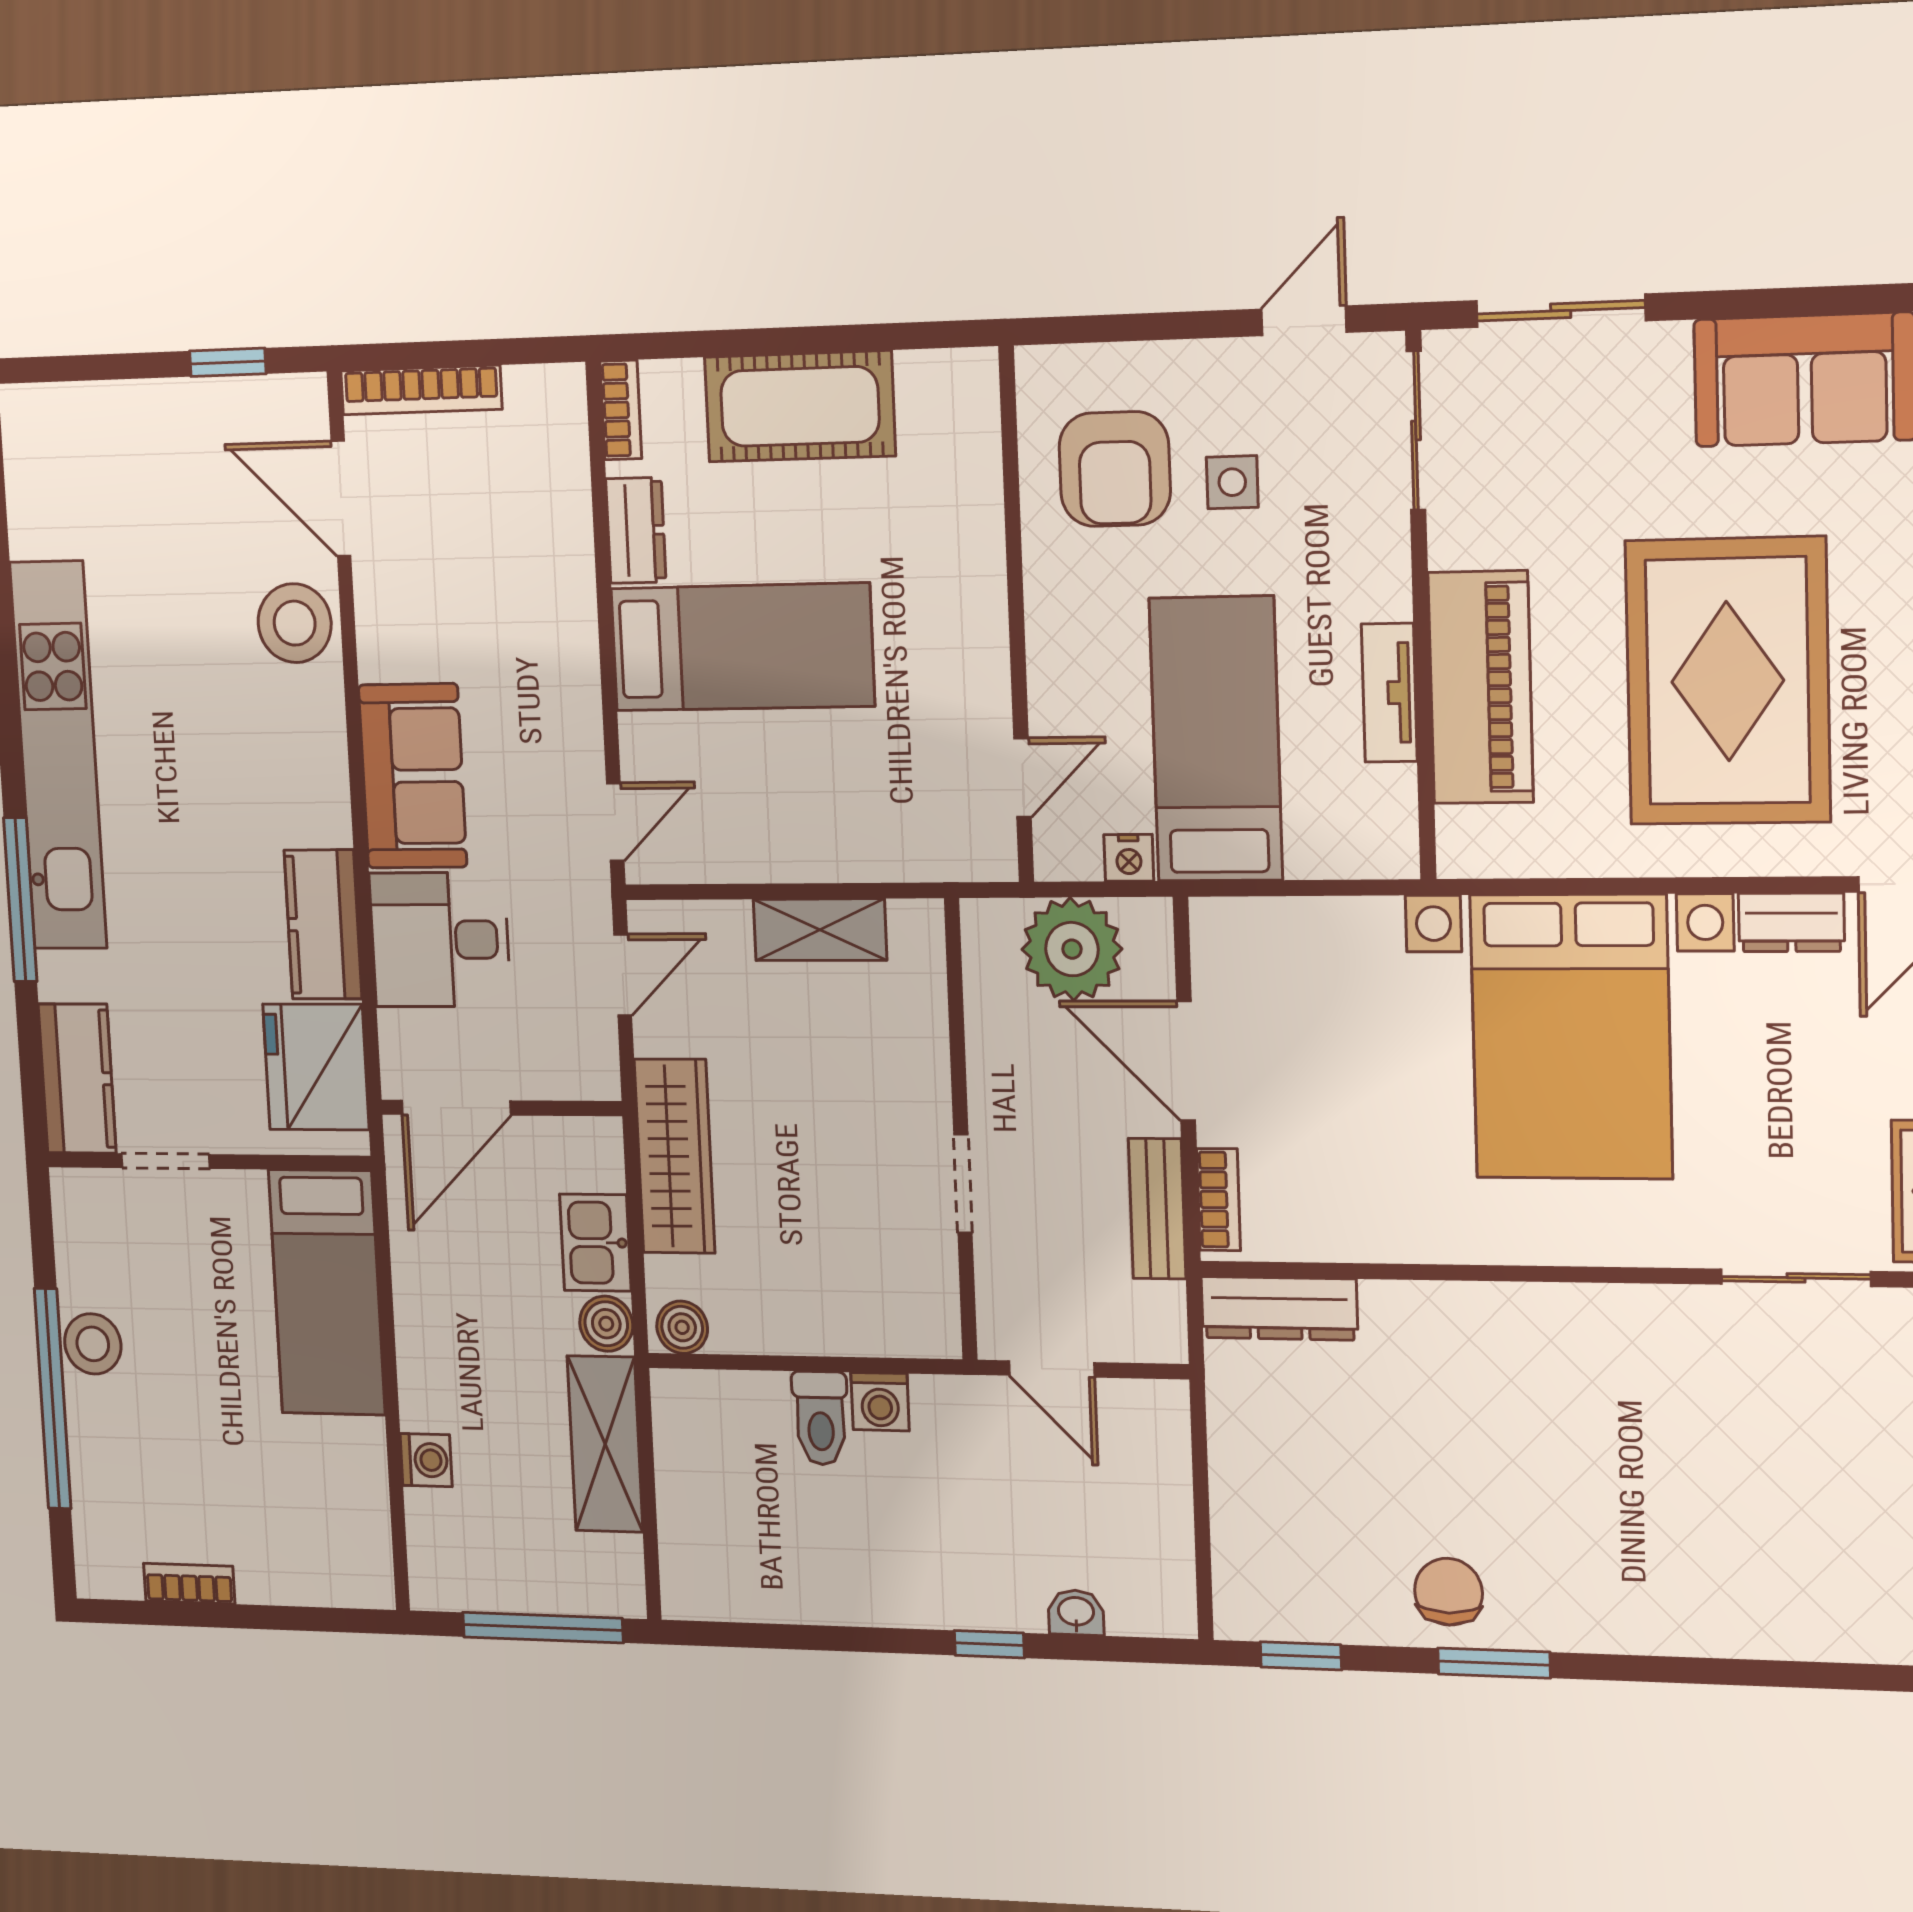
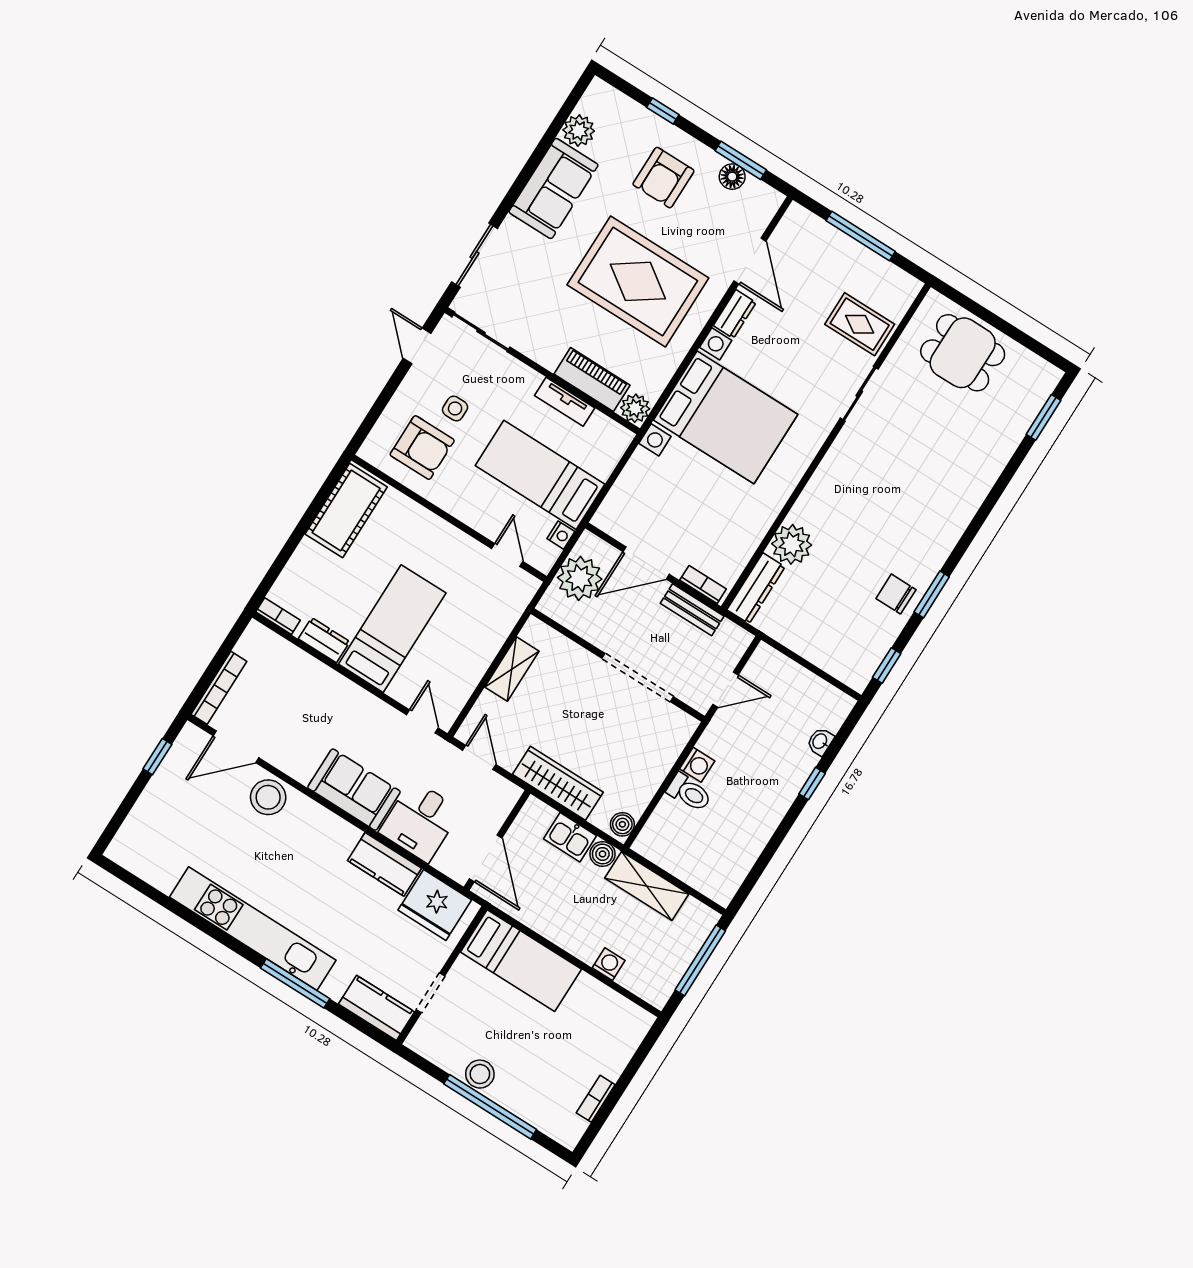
cot: (800, 406) -> (346, 511), moved
piano: (1481, 687) -> (592, 380), width x0.73, depth x0.75
plant: (1470, 843) -> (635, 408), added
doorway: (963, 1184) -> (638, 677), width x1.87
plant: (1409, 1326) -> (792, 544), added

